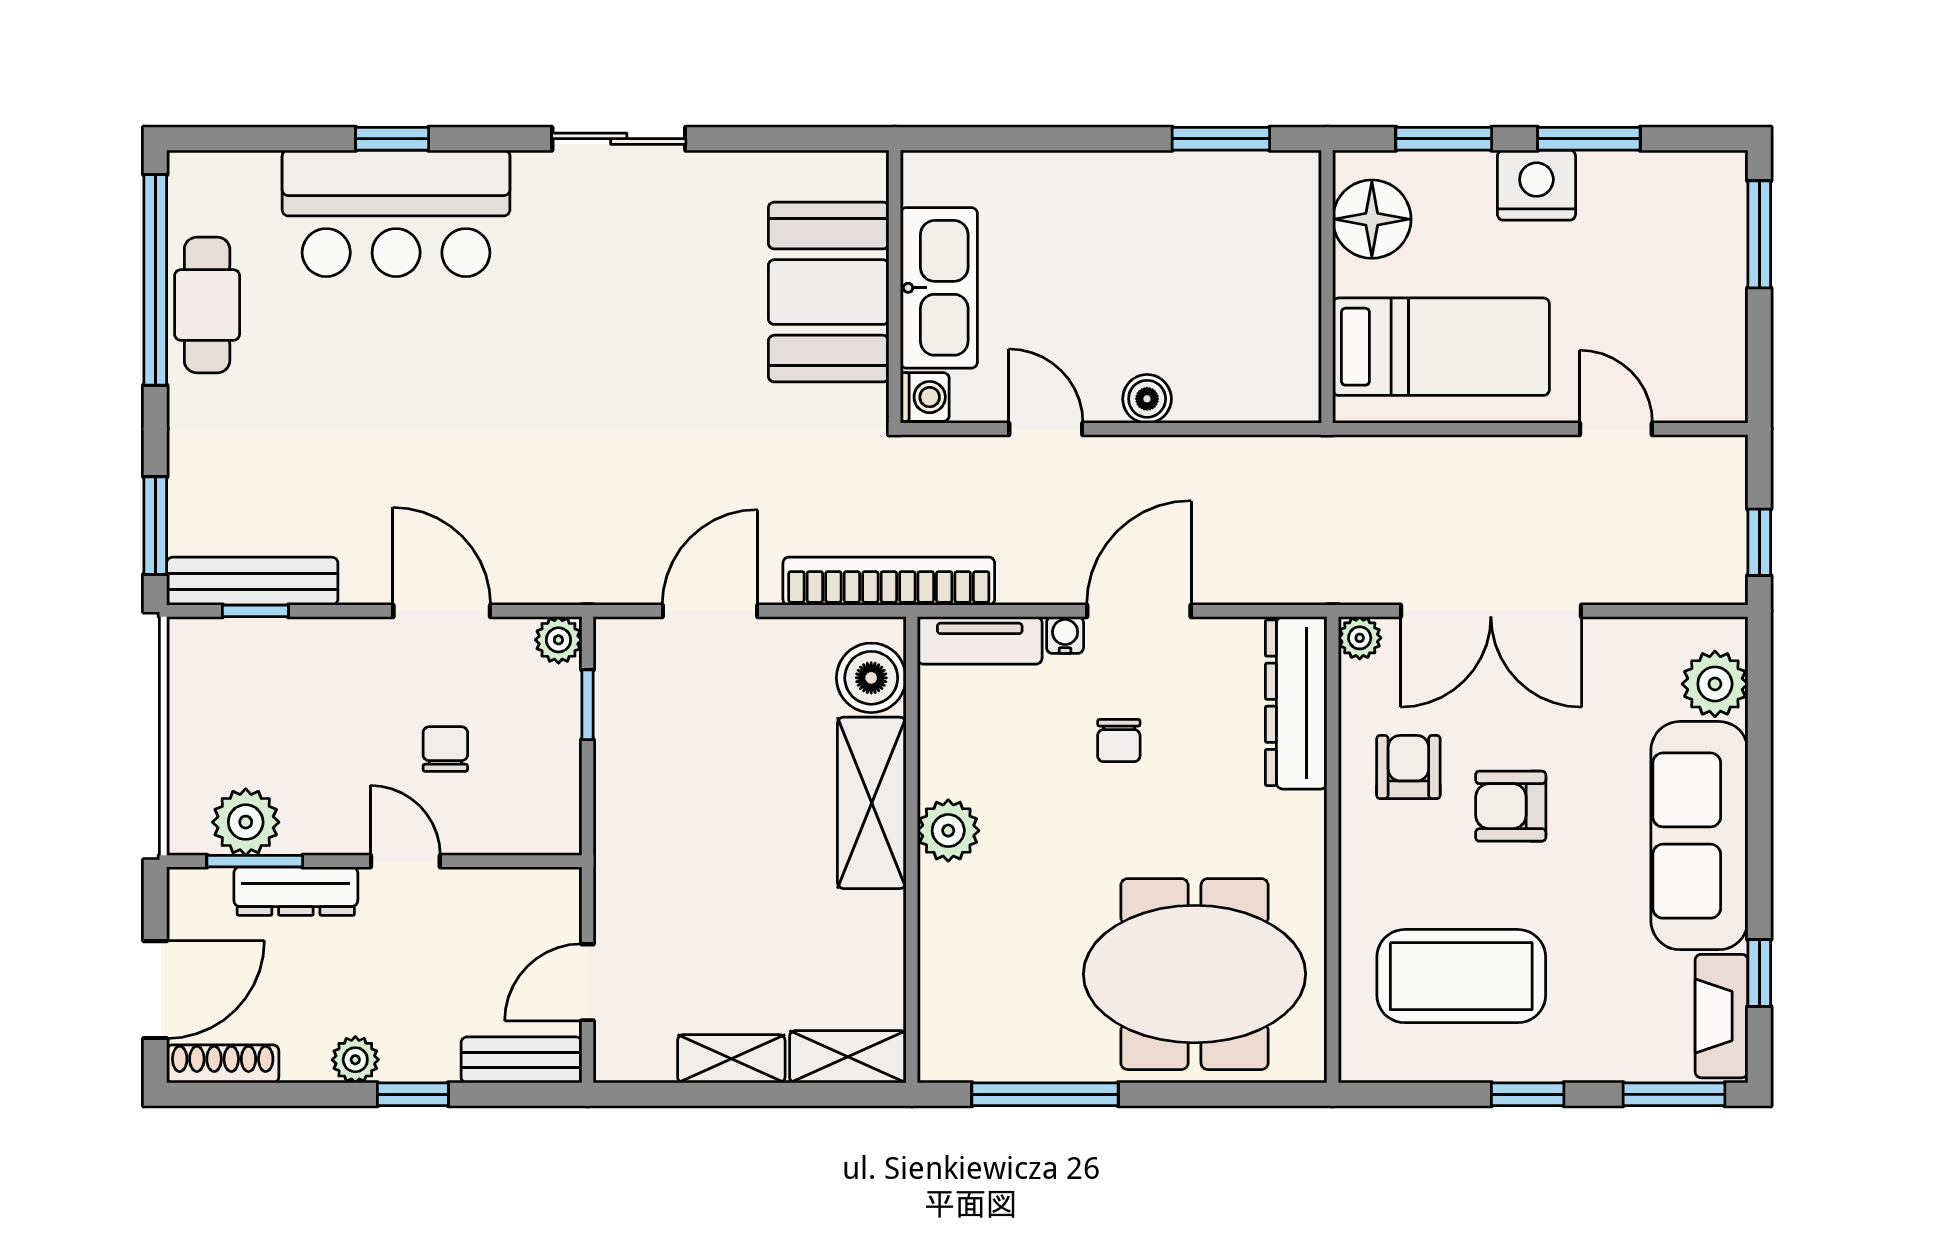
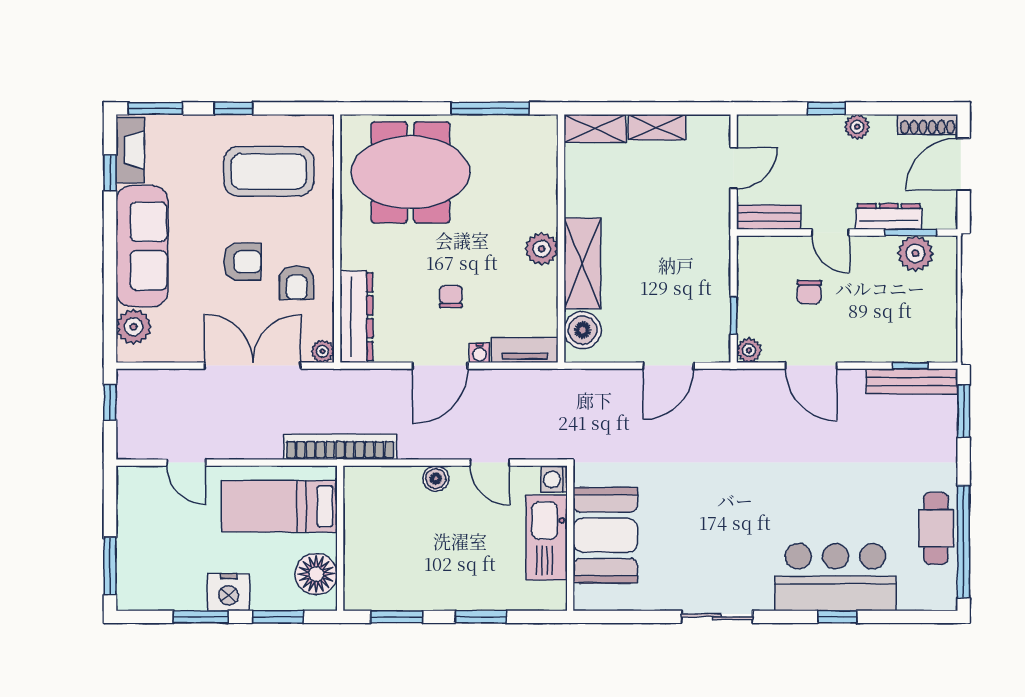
window: (1062, 139) -> (481, 617), added
bookcase: (889, 581) -> (340, 447), moved, turned 180
bench: (521, 1060) -> (769, 217), moved

